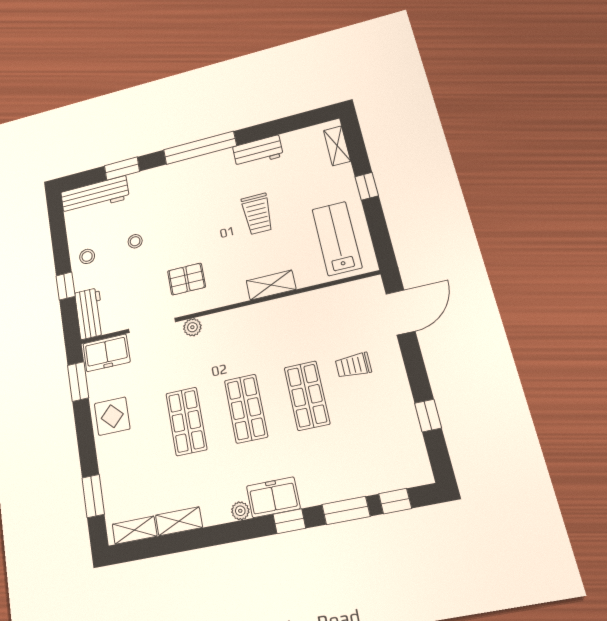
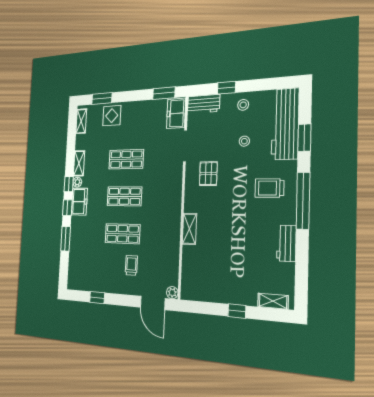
workbench: (95, 195) -> (285, 124), width x1.36, depth x1.32
trolley: (257, 214) -> (269, 188), moved
lab bench: (337, 238) -> (207, 280), removed
plant: (192, 327) -> (172, 293), moved
display table: (112, 416) -> (112, 116), moved
window: (395, 501) -> (69, 184), moved
shelving: (179, 521) -> (79, 163), moved

